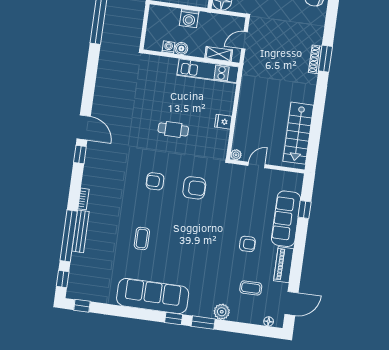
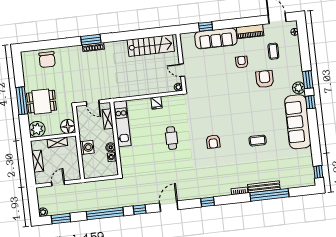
door: (84, 128) -> (169, 206), moved
armchair: (194, 188) -> (265, 79), moved
window: (63, 279) -> (140, 210), moved
plant: (222, 312) -> (299, 88), moved

